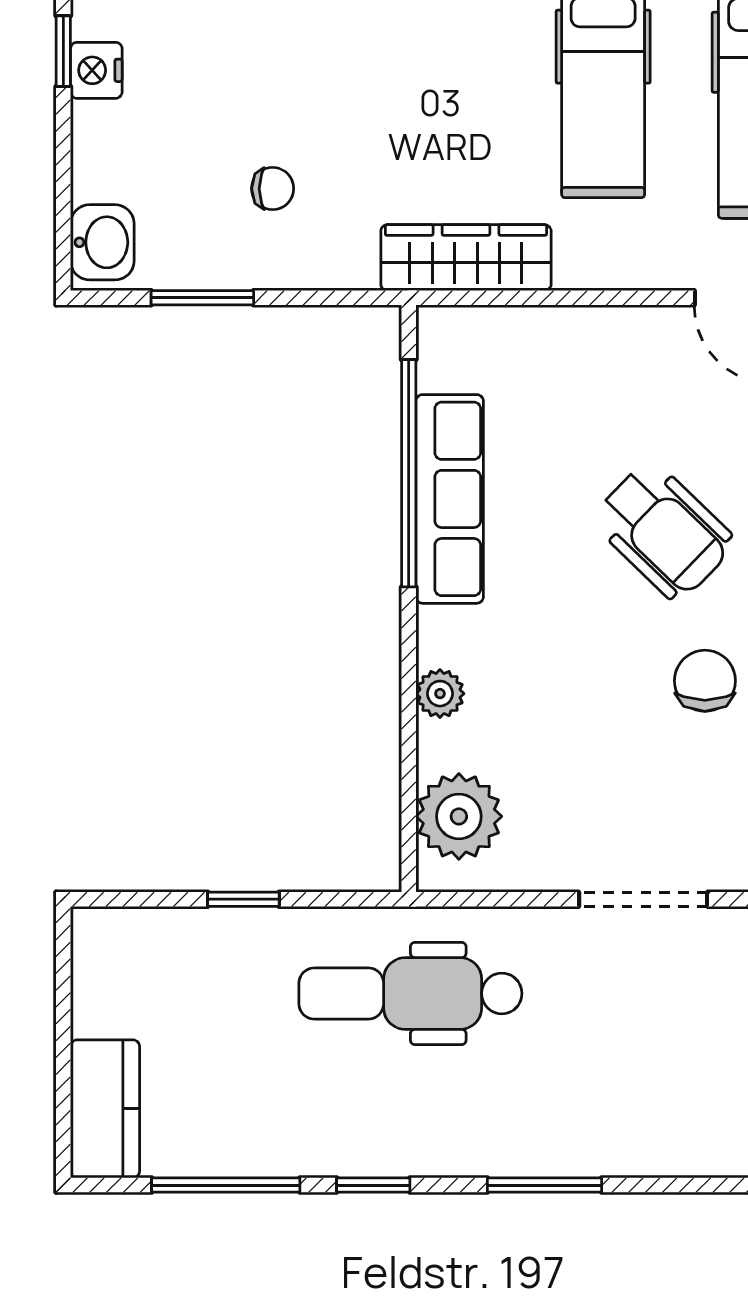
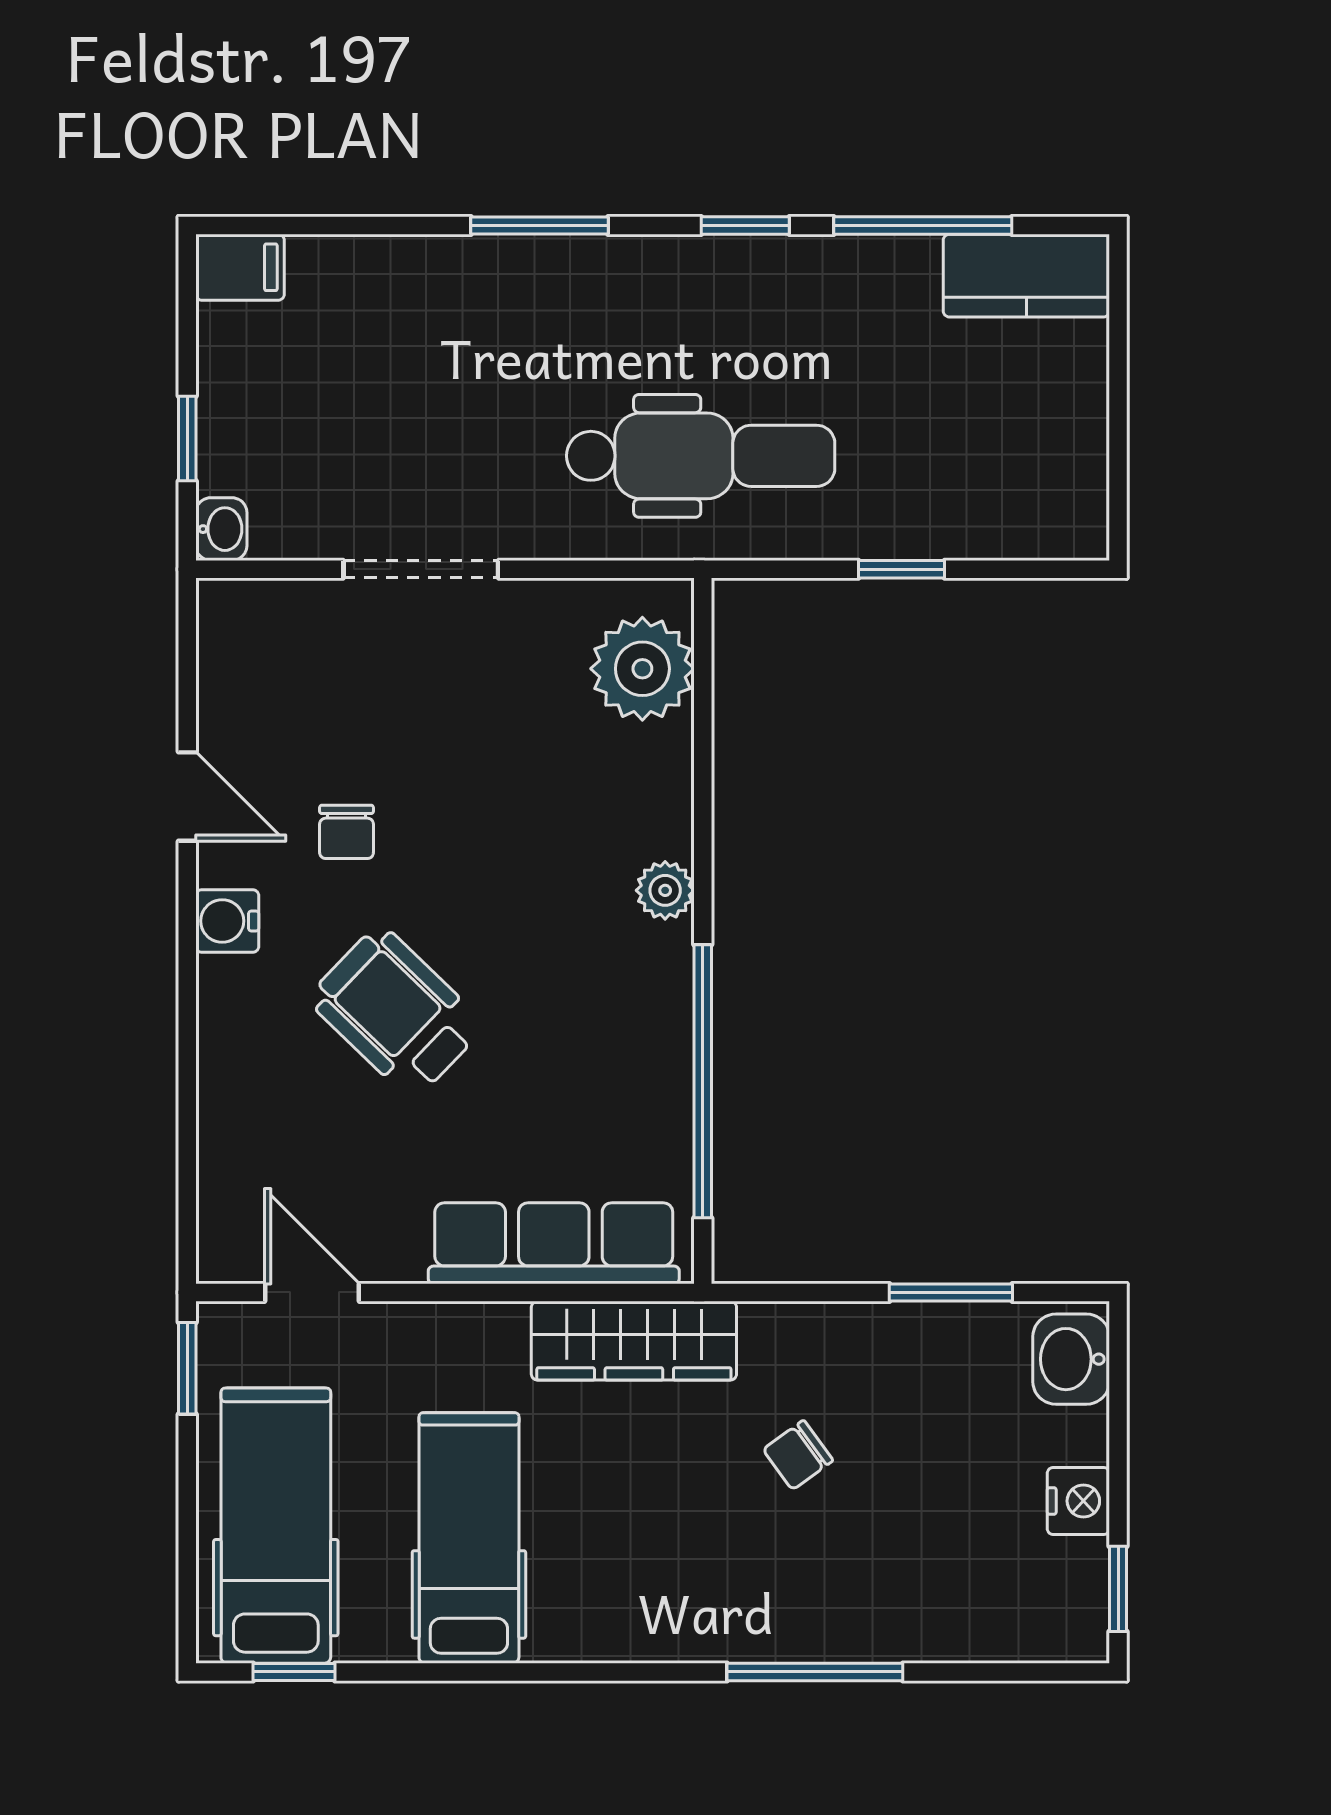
nightstand: (96, 70) -> (1078, 1501), moved
chair: (273, 189) -> (798, 1455), moved, turned -36
row of seats: (450, 499) -> (554, 1243), moved, turned 90
chair: (705, 681) -> (347, 832), width x0.73, depth x0.73
plant: (440, 694) -> (665, 890), moved
kitchen counter: (105, 1109) -> (1026, 276), moved, turned -90

